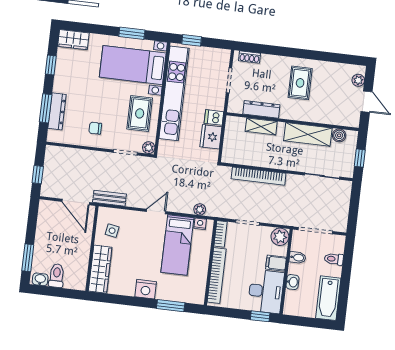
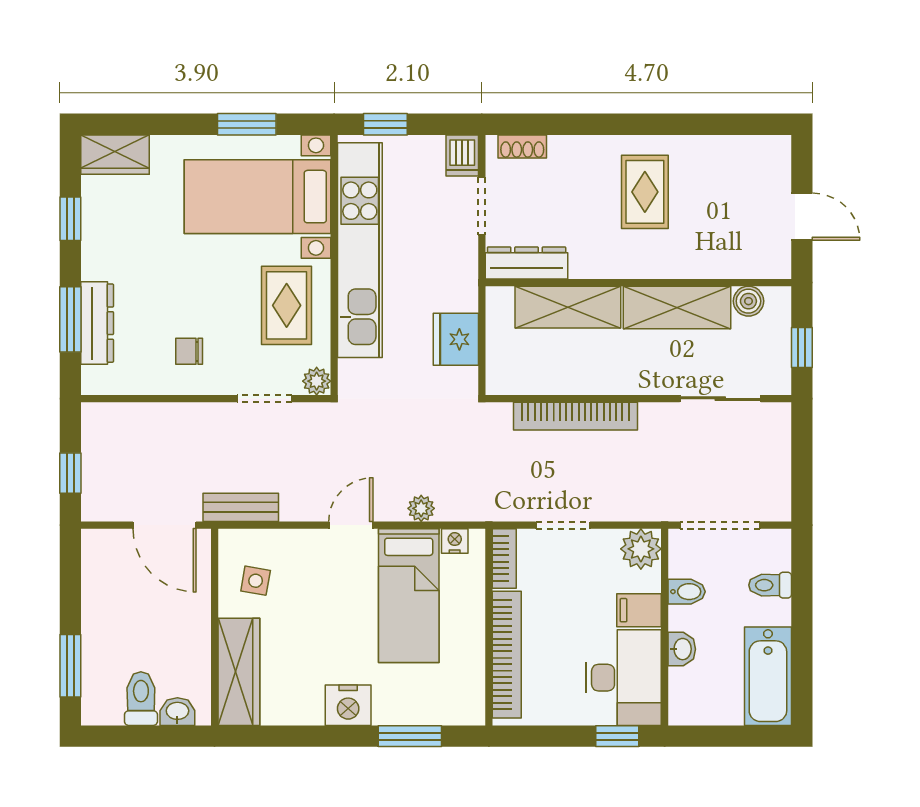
plant: (358, 80) -> (777, 170), removed
dresser: (261, 109) -> (527, 263), moved
dishwasher: (214, 117) -> (462, 156), moved, turned -90
shelving: (261, 126) -> (568, 307), width x1.50, depth x1.33
plant: (200, 209) -> (421, 508), moved
washbasin: (40, 279) -> (177, 712), moved

